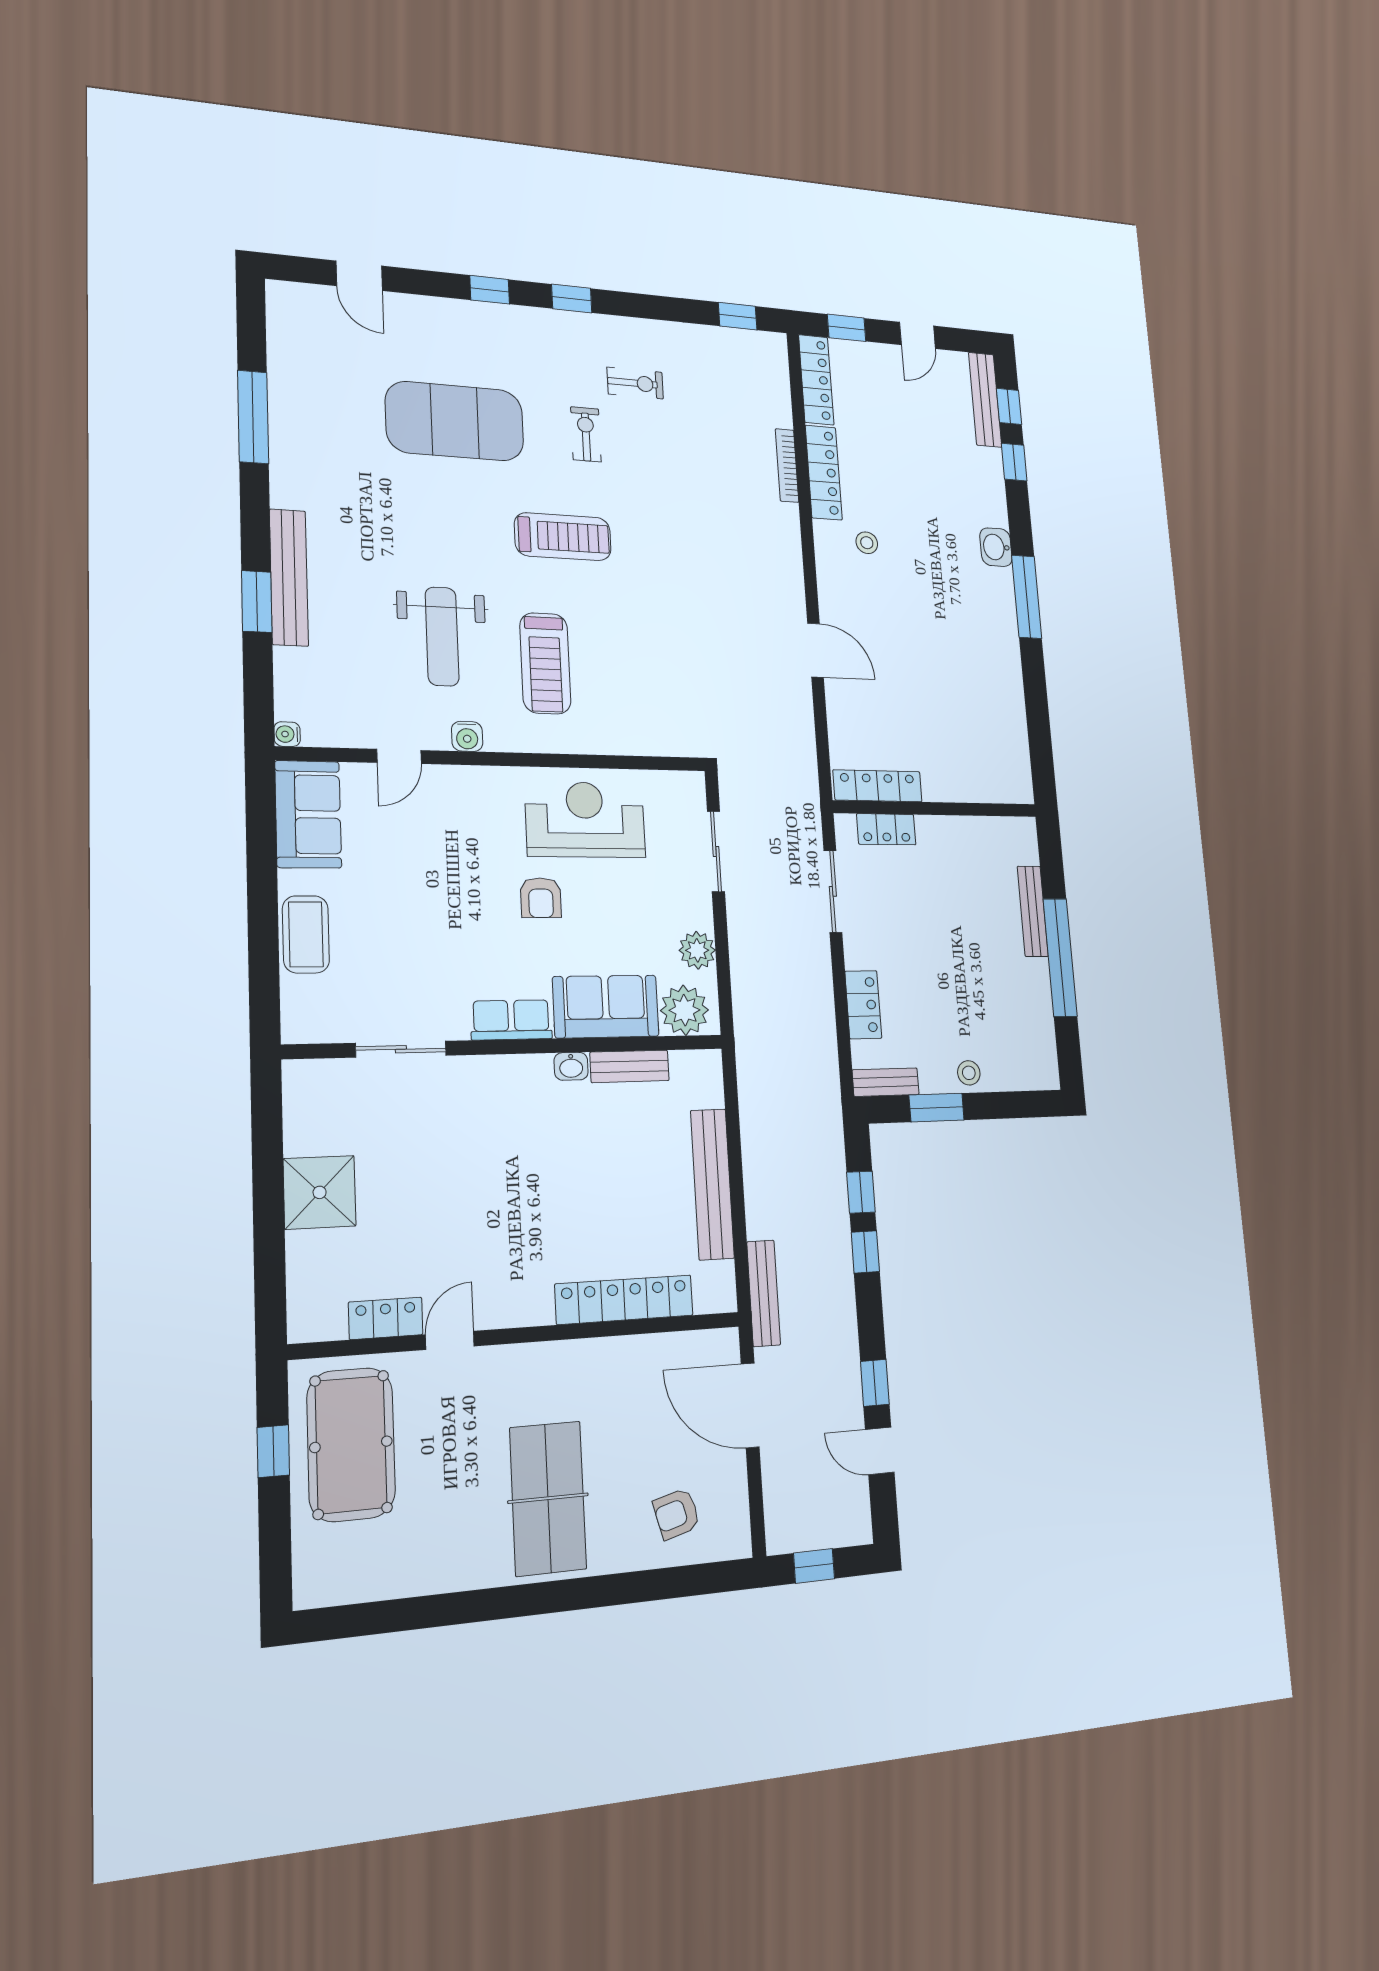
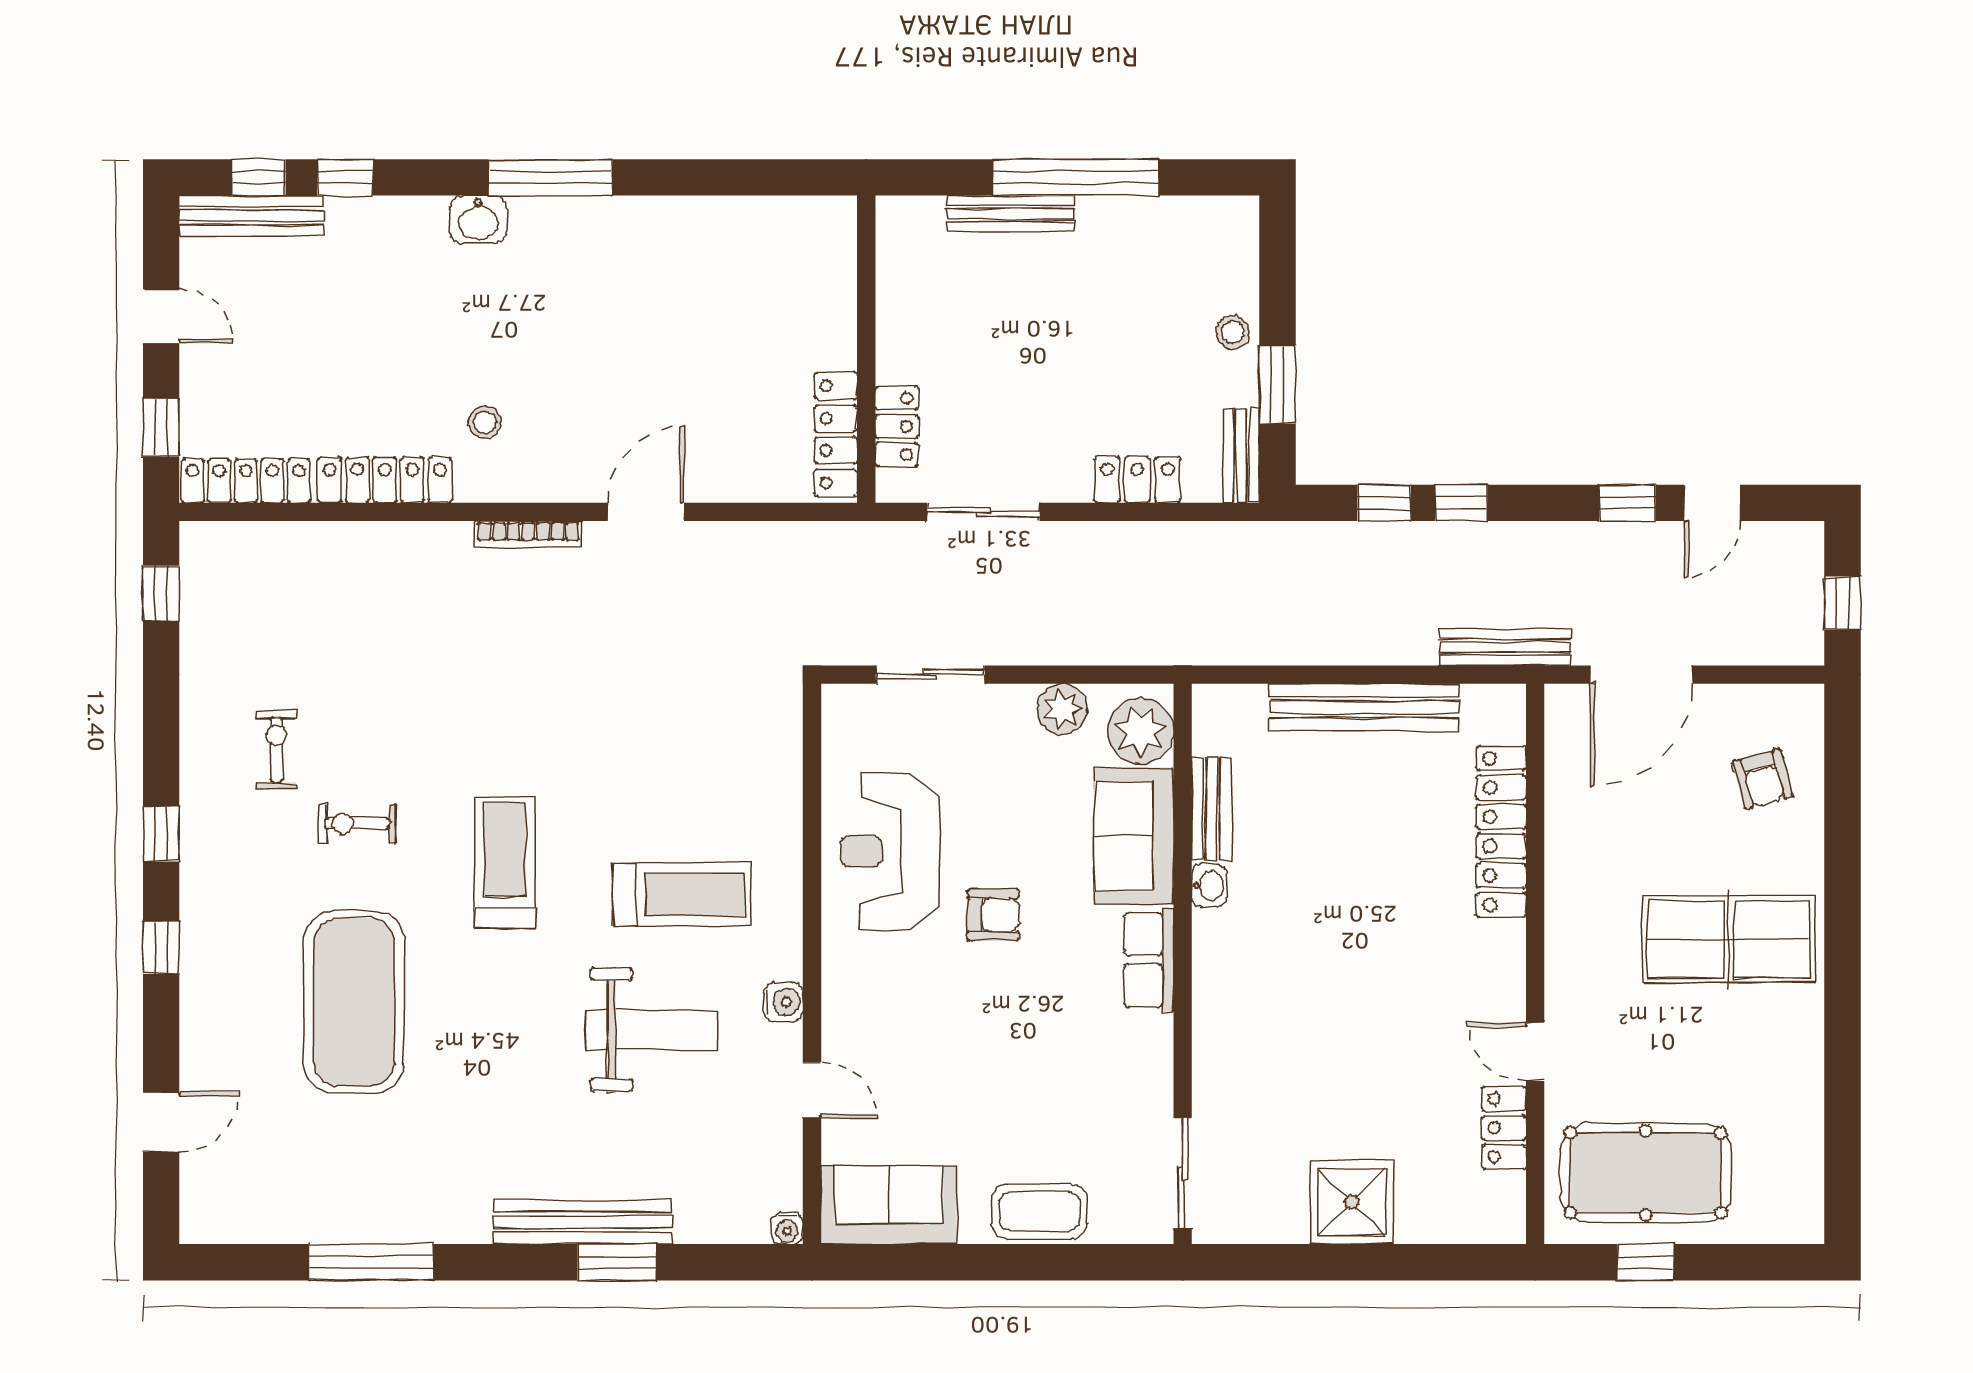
bookcase: (787, 466) -> (528, 535), moved
sliding door: (401, 1049) -> (1183, 1173), moved

